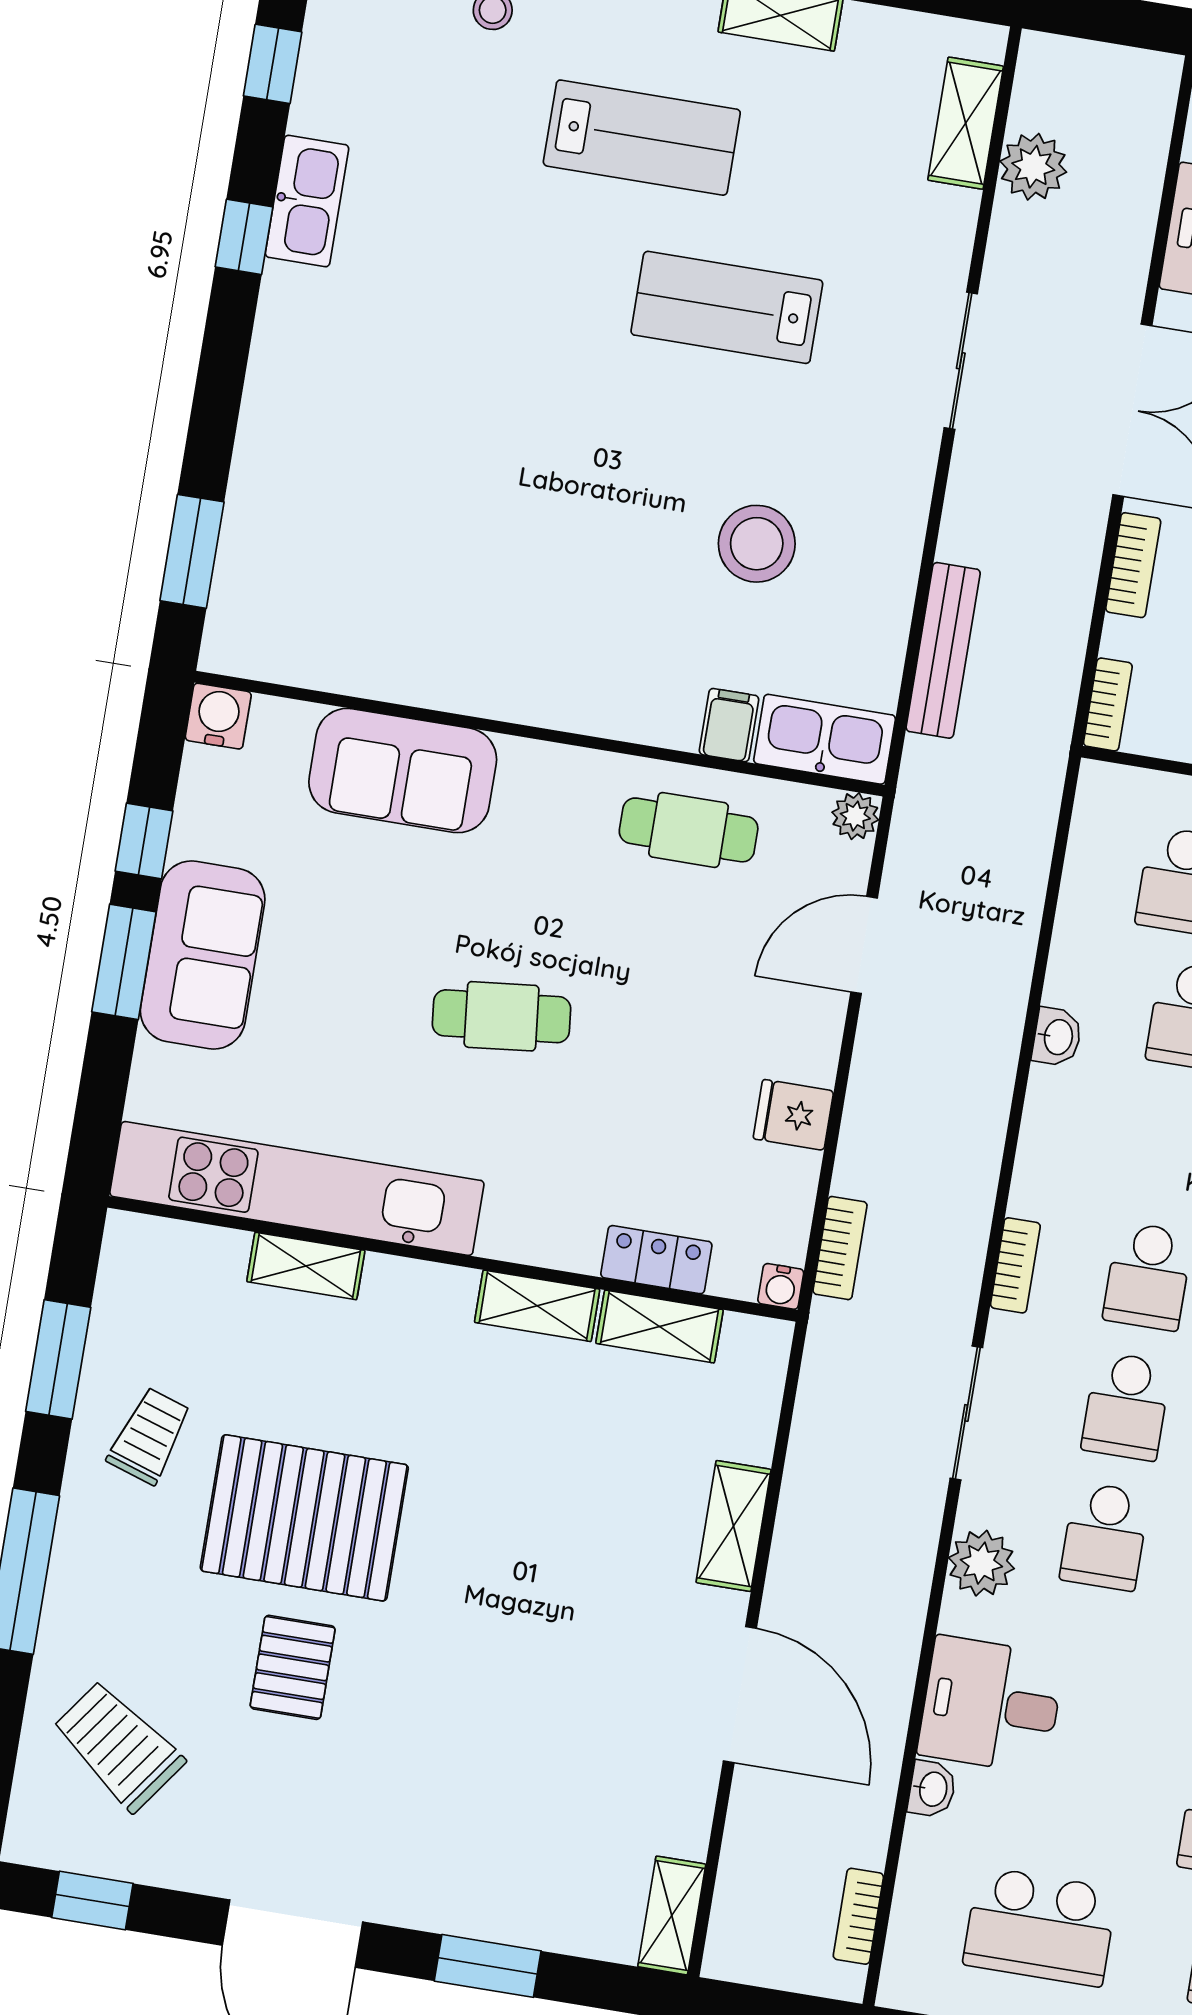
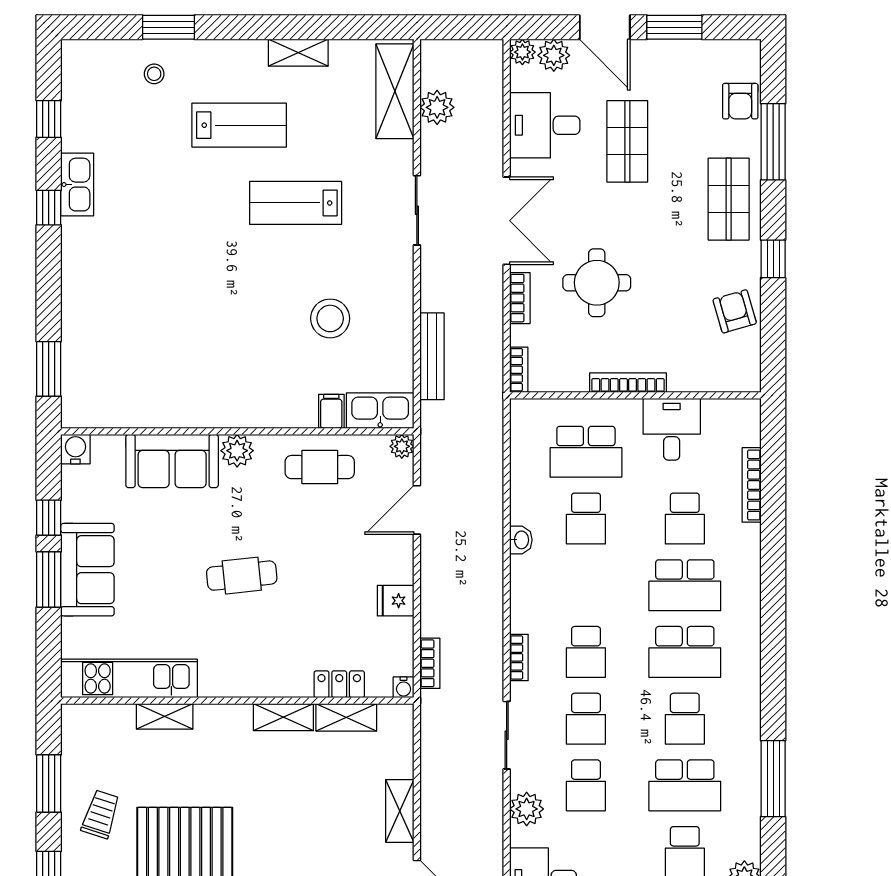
shelving: (966, 123) -> (395, 91), width x1.50, depth x1.33
plant: (533, 771) -> (237, 451), added
kitchen unit: (297, 1188) -> (129, 678), width x0.73

